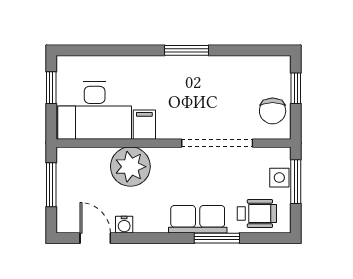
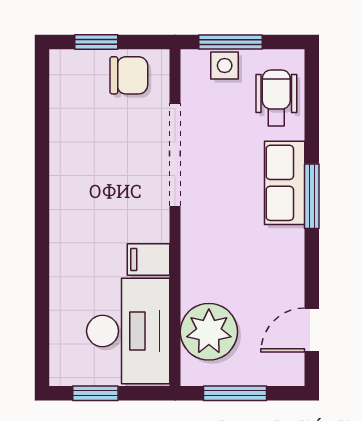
window: (186, 50) -> (42, 199), removed
plant: (130, 167) -> (209, 332), moved
water cooler: (124, 225) -> (292, 288), removed
window: (217, 238) -> (312, 196), moved

